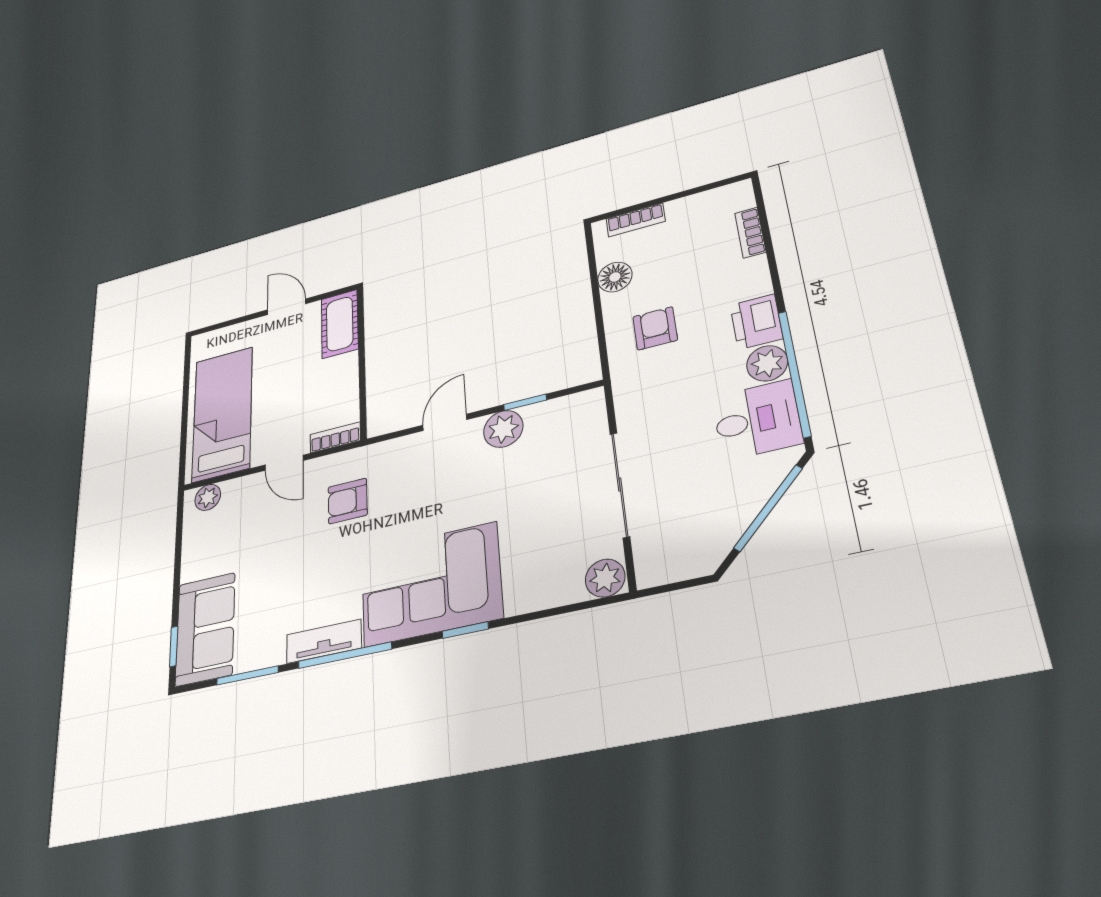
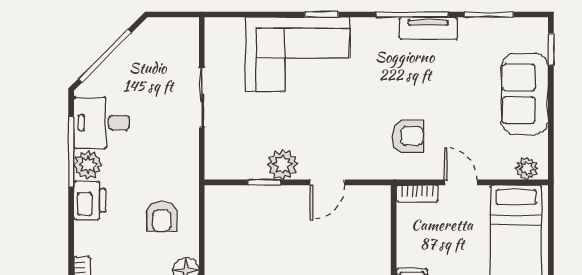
window: (794, 373) -> (71, 152), width x0.68
sliding door: (620, 485) -> (202, 98), width x0.73
plant: (605, 578) -> (220, 31), removed
corner sofa: (431, 584) -> (298, 54), moved
sofa: (205, 629) -> (525, 94), moved

